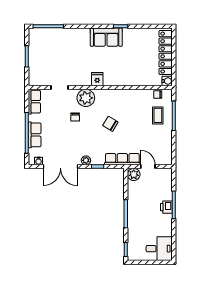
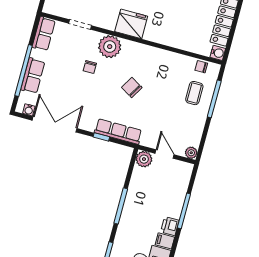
fridge: (97, 79) -> (131, 24), width x1.88, depth x1.34
row of seats: (122, 159) -> (118, 132), moved
plant: (86, 160) -> (191, 153), moved
double door: (60, 167) -> (55, 124), swing flipped
printer: (166, 207) -> (170, 226), moved
filing cabinet: (166, 231) -> (165, 241), added

